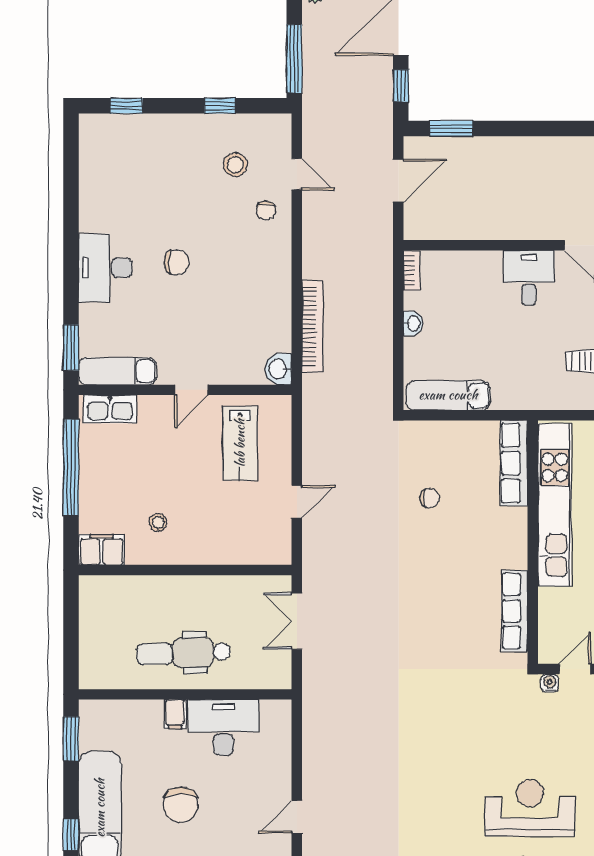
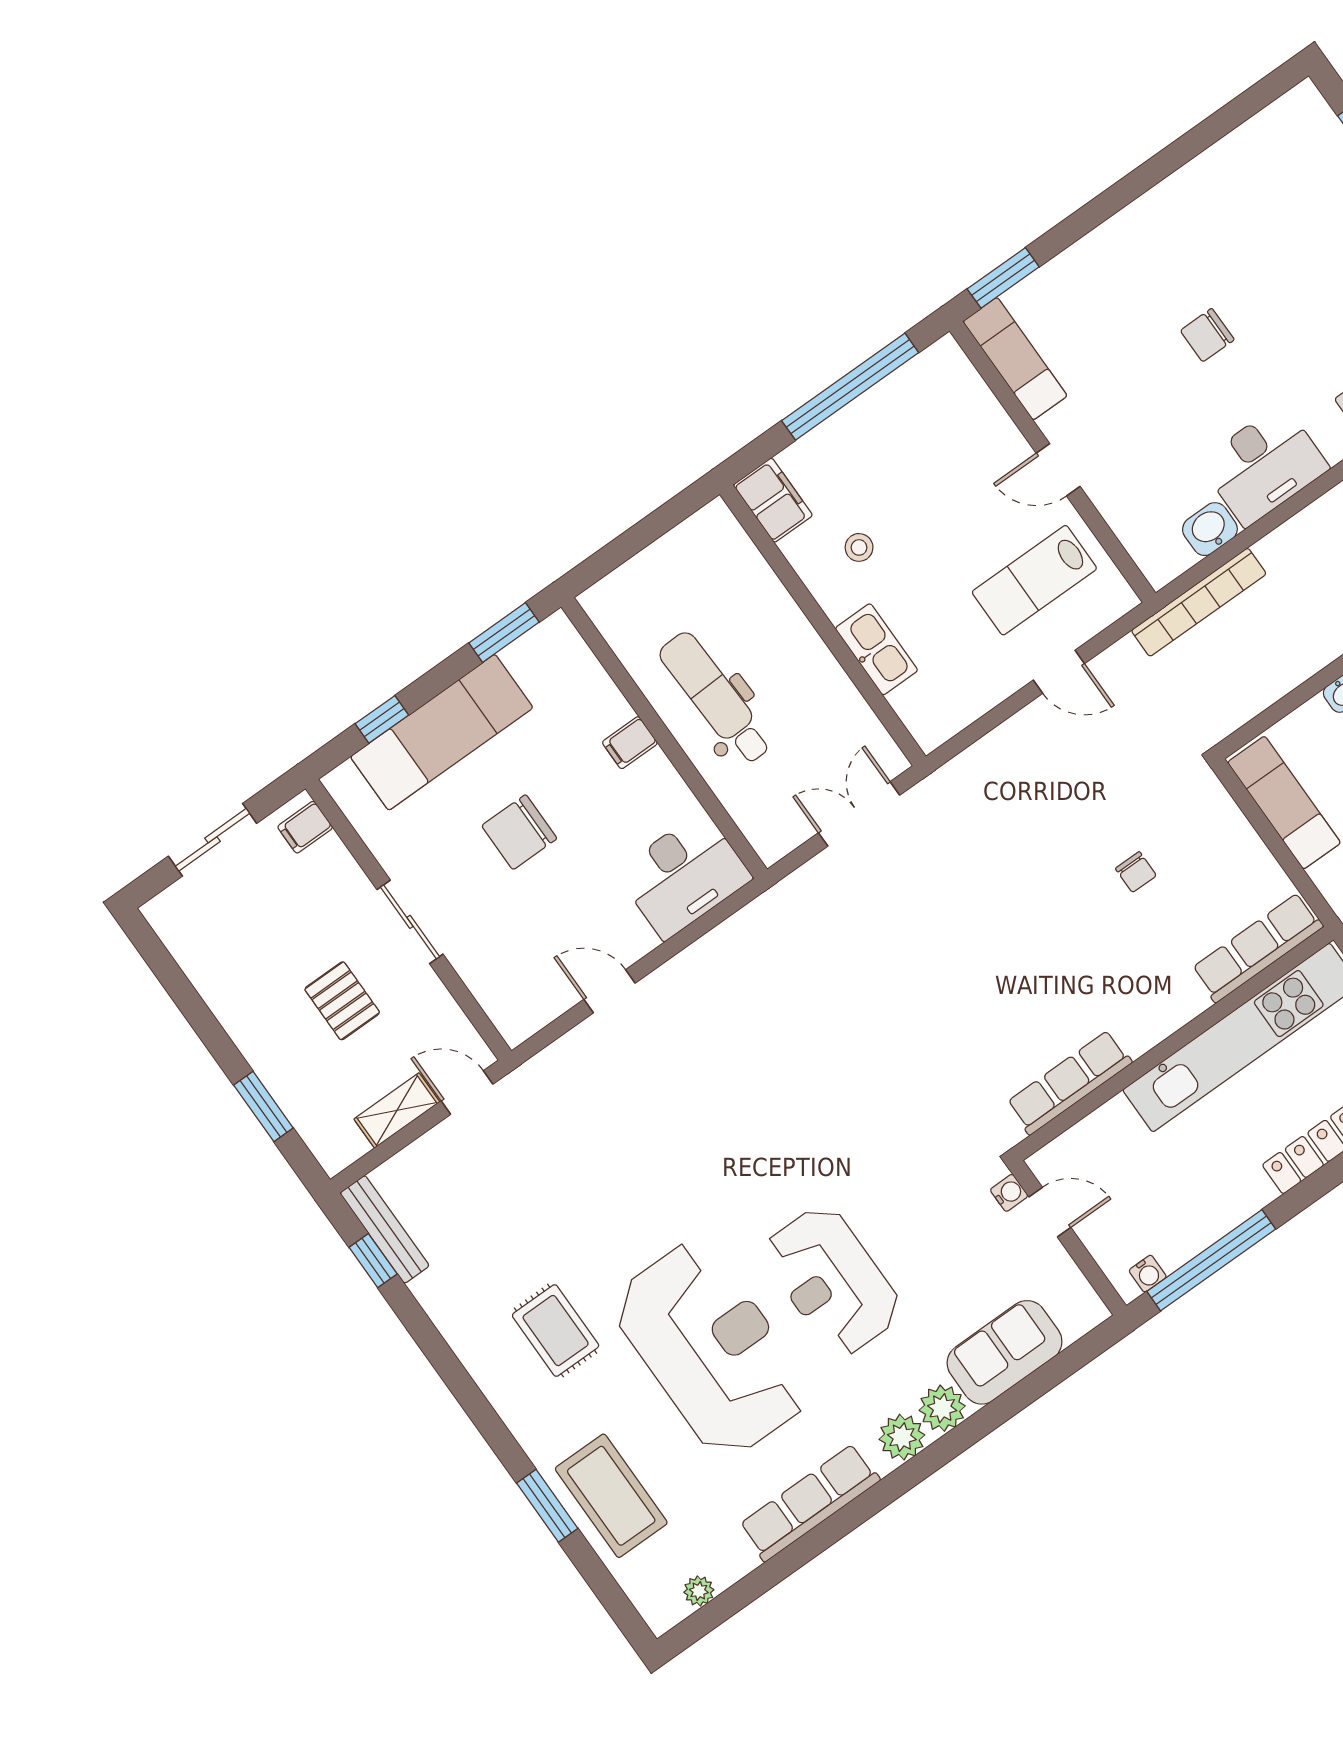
chair: (176, 262) -> (1207, 335), turned 90
desk: (105, 268) -> (1264, 465), moved, turned 180
bookcase: (312, 326) -> (1199, 602), moved
washbasin: (278, 369) -> (1210, 529), moved
kitchen sink: (110, 409) -> (877, 649), moved, turned 180
door: (297, 502) -> (1059, 672), moved
desk: (223, 727) -> (684, 875), moved, turned 90
reception desk: (530, 808) -> (832, 1281), turned 180

